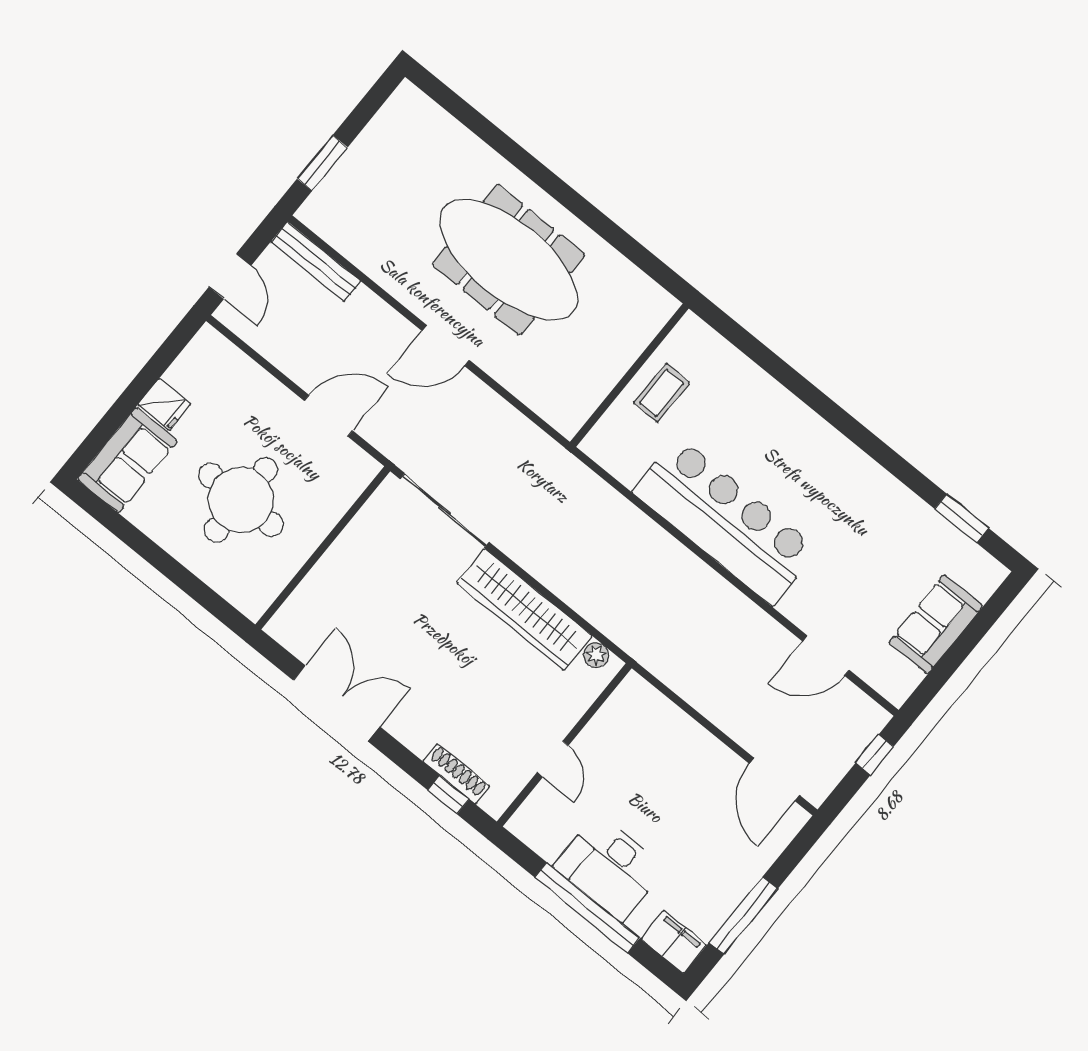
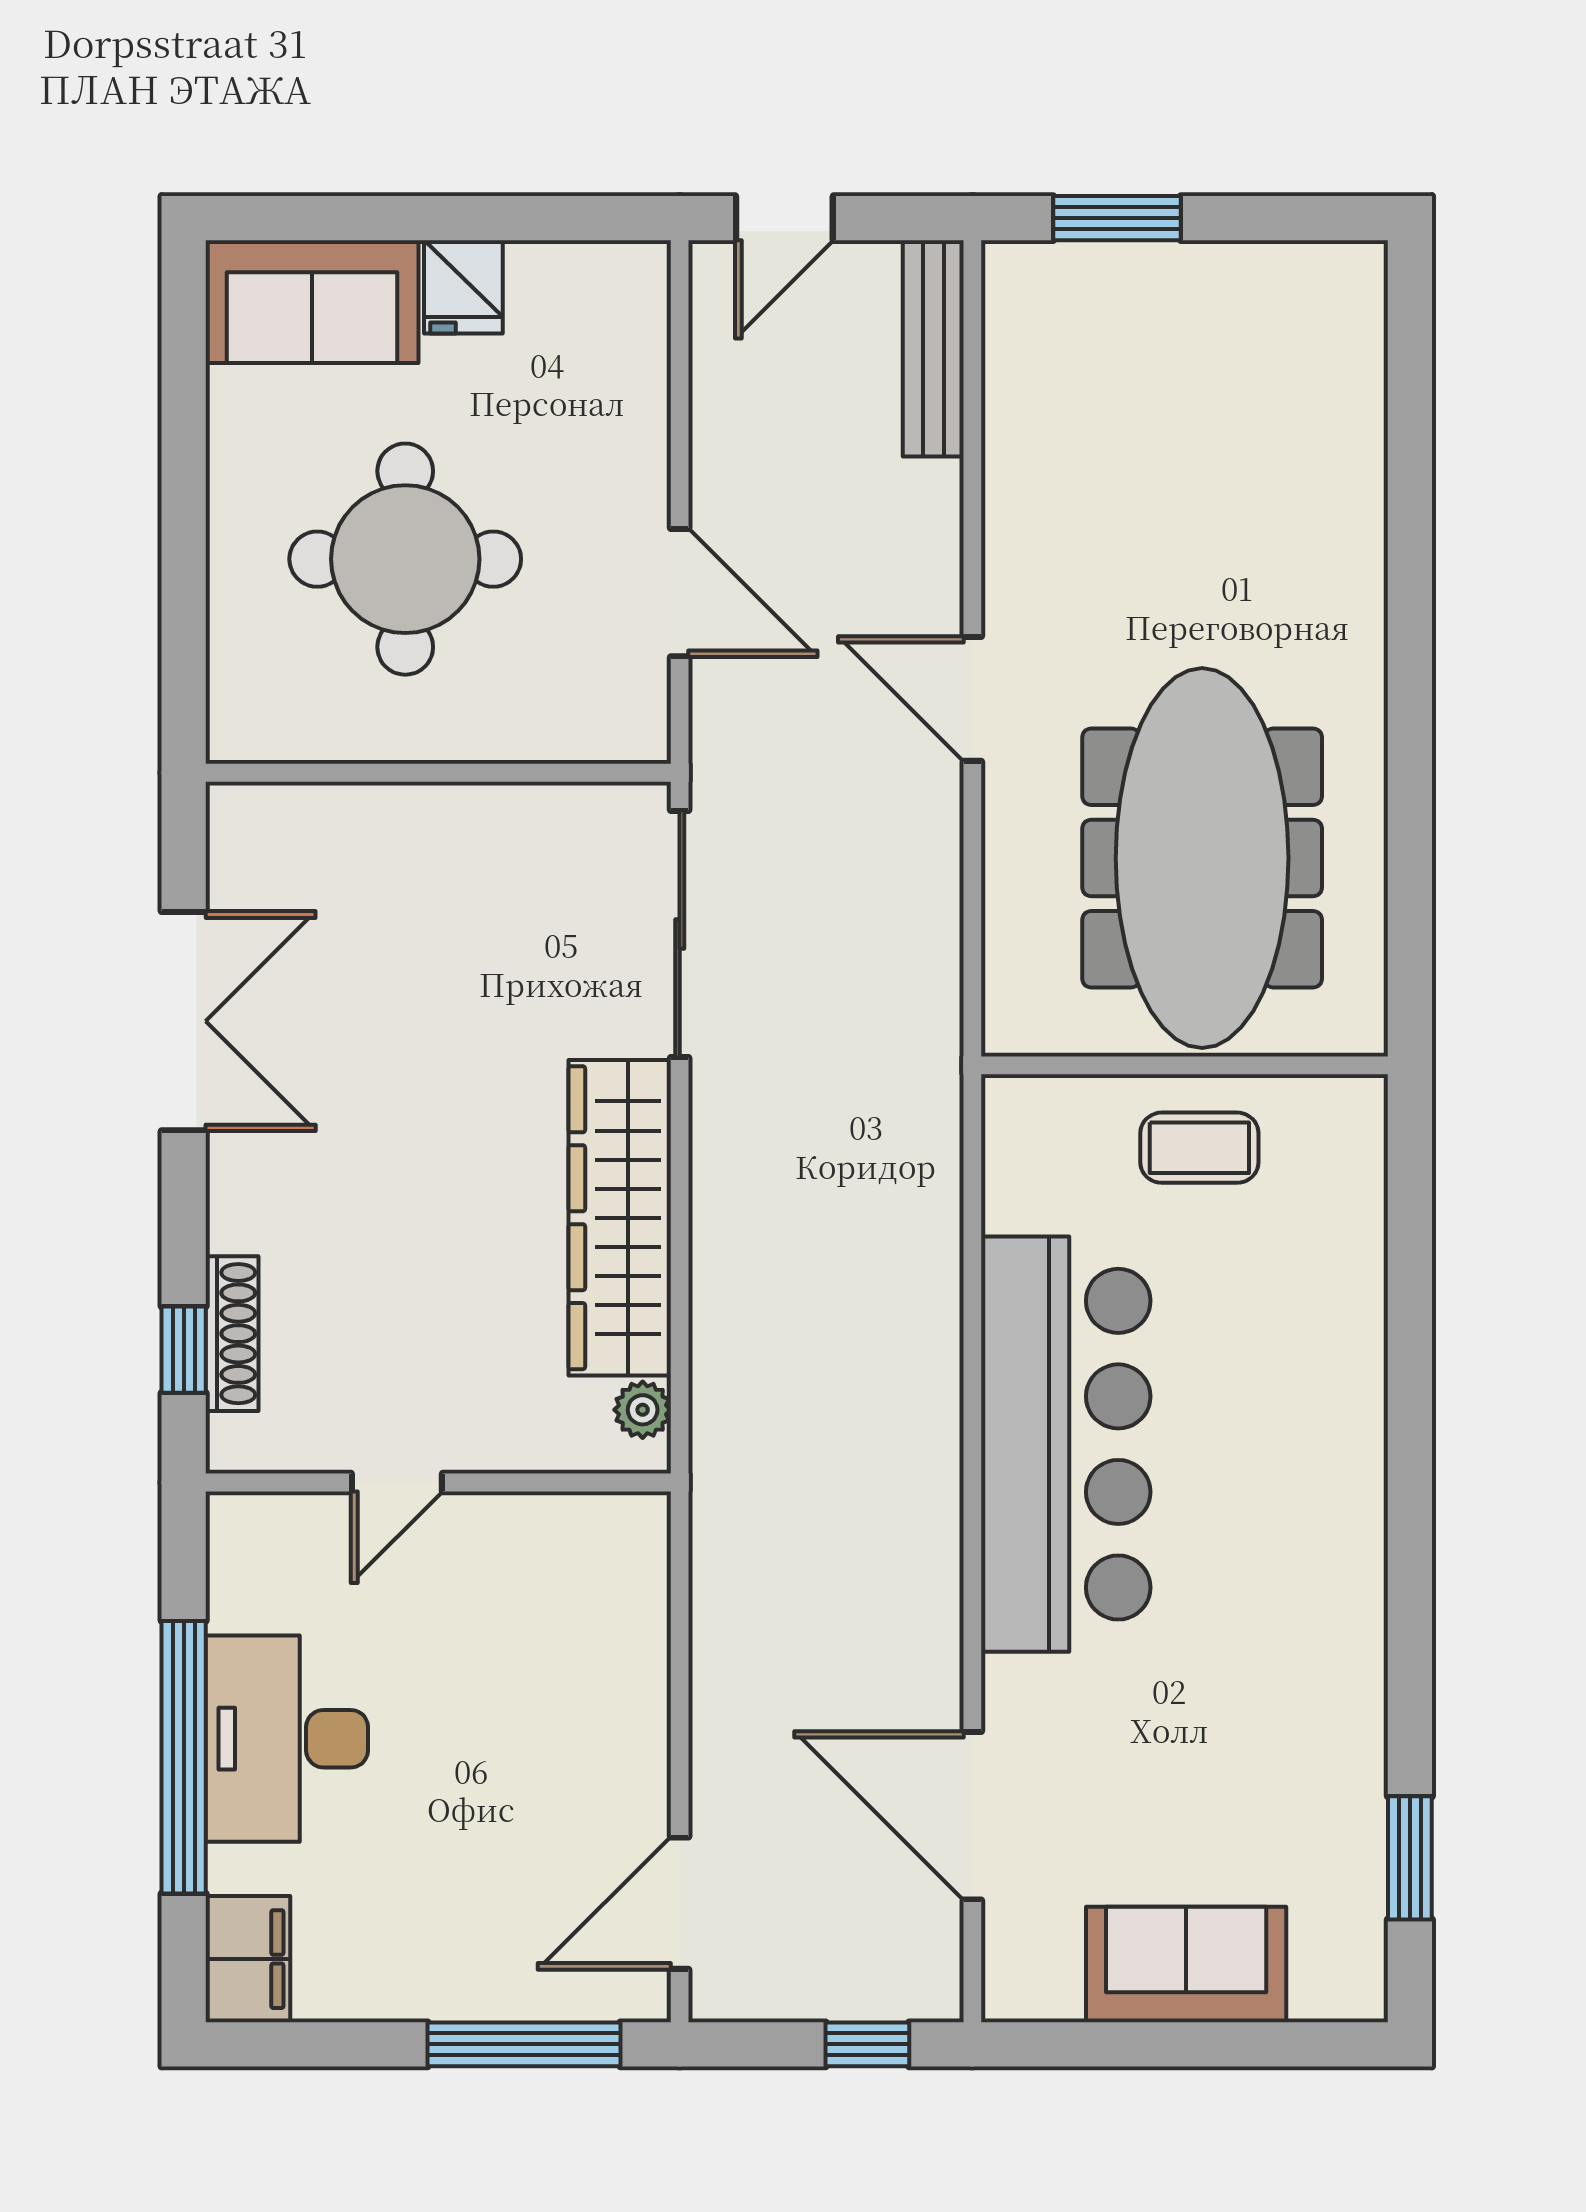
meeting table: (509, 260) -> (1202, 858), moved
door: (826, 656) -> (972, 1816), width x1.36
window: (743, 916) -> (524, 2044), moved

